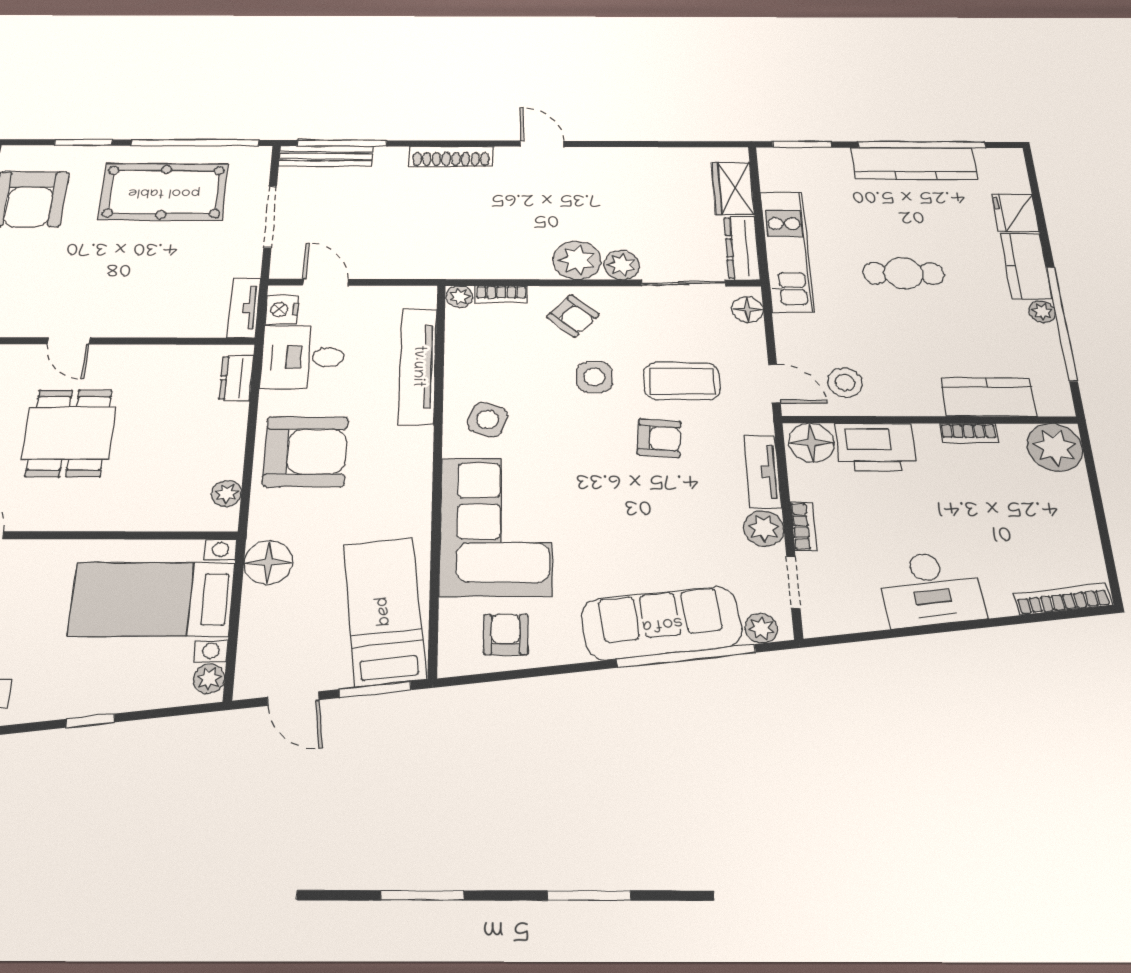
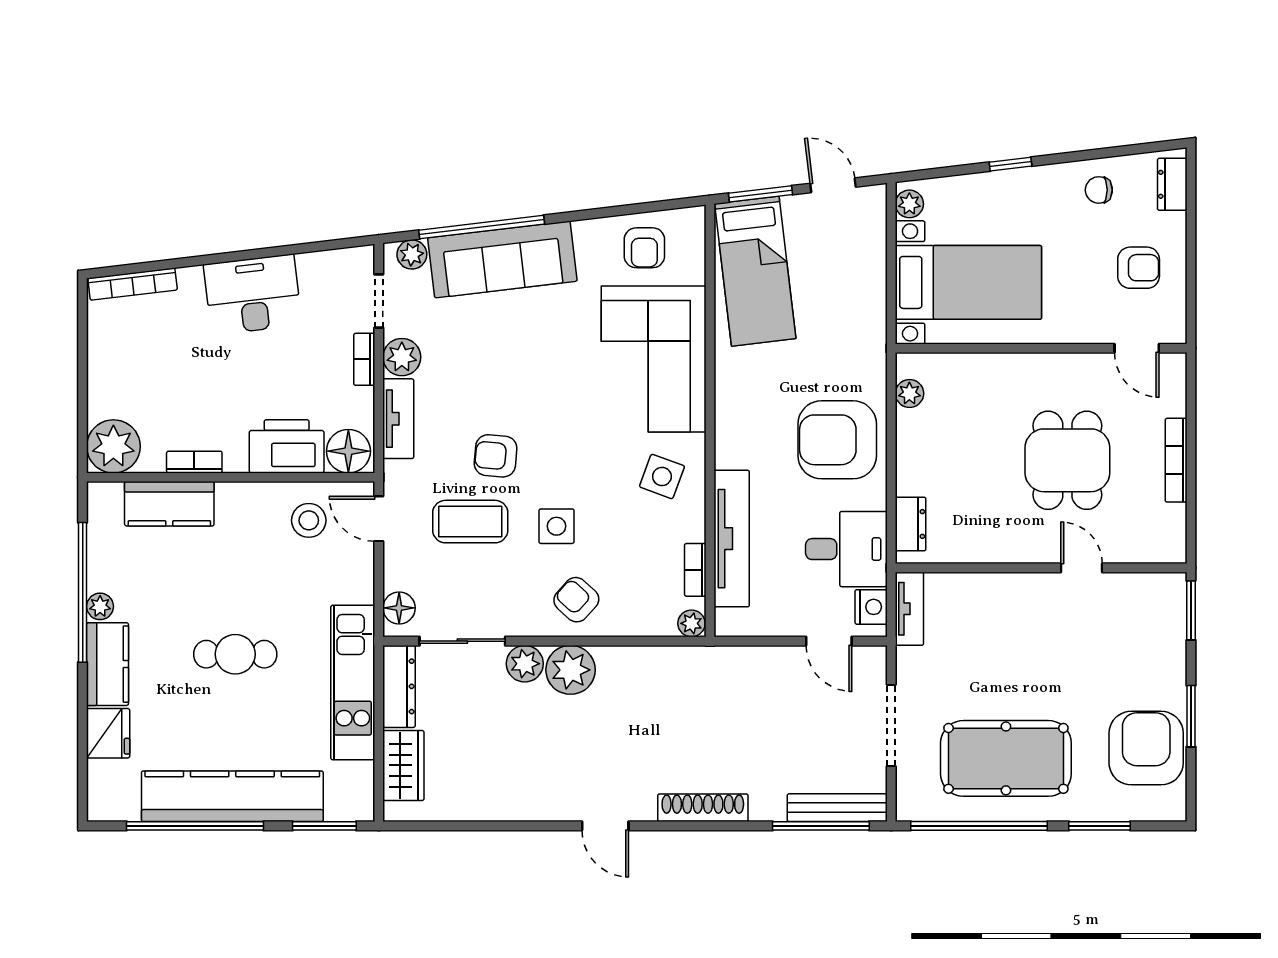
kitchen counter: (914, 163) -> (232, 796), width x1.39, depth x1.17
bookcase: (501, 294) -> (695, 570), moved, turned -90
floor lamp: (268, 562) -> (865, 320), removed

